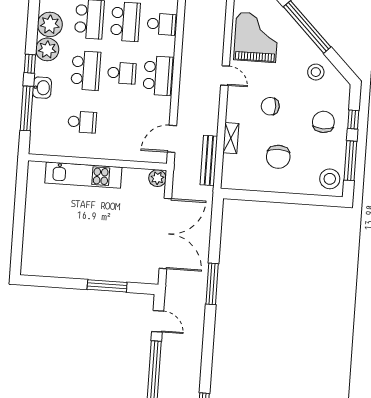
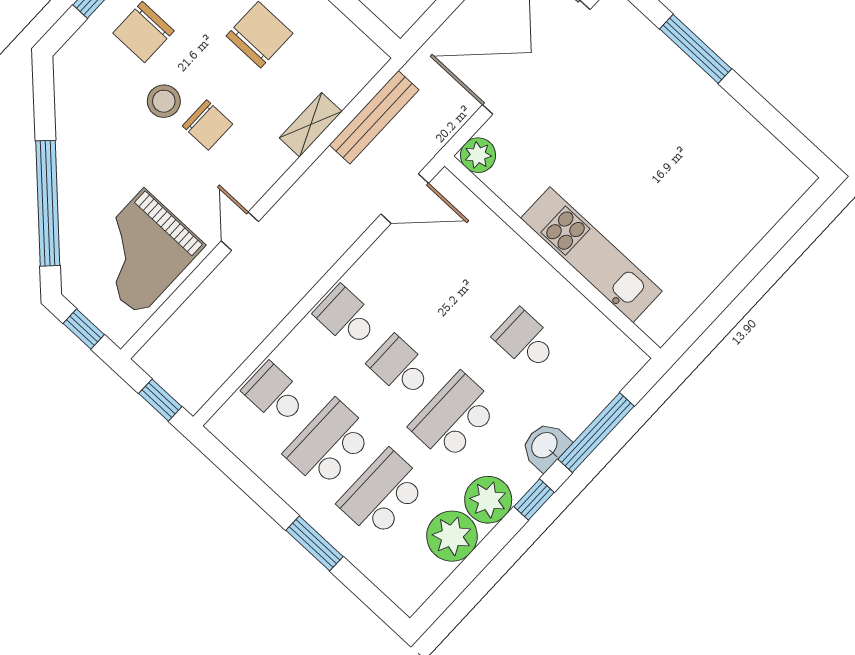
stool: (316, 72) -> (164, 101), moved
school desk: (158, 76) -> (346, 317), width x0.54

